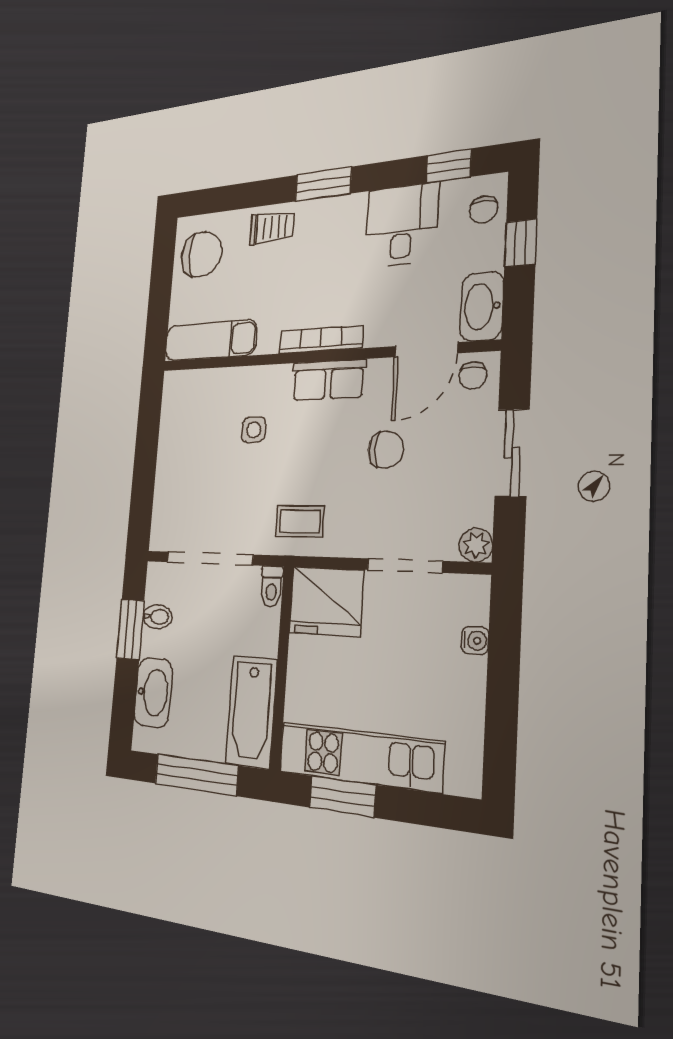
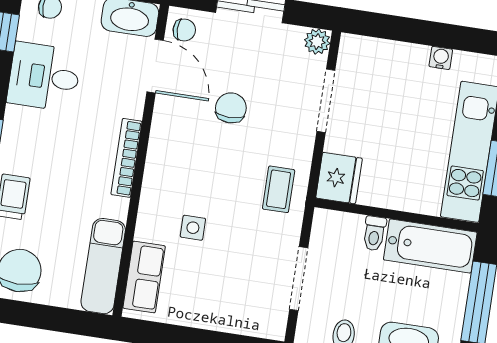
row of seats: (328, 380) -> (144, 277), moved
doorway: (209, 558) -> (299, 279), width x0.73
toilet: (271, 586) -> (374, 233), moved, turned 90
fridge: (326, 601) -> (339, 178), width x0.73, depth x0.75
water cooler: (475, 641) -> (441, 58), moved

